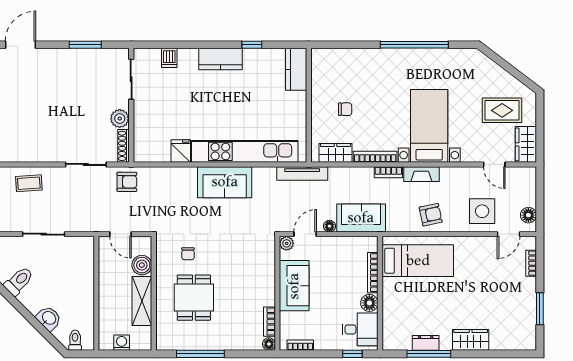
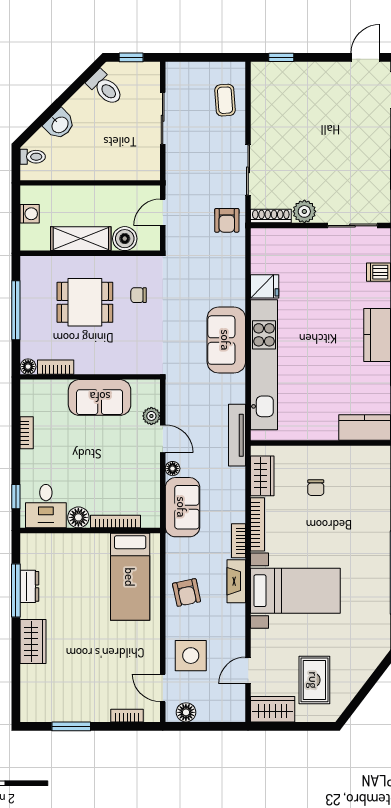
sofa: (294, 286) -> (100, 397), moved
wall: (277, 293) -> (90, 377), moved
bookcase: (269, 322) -> (56, 367), moved
floor lamp: (269, 344) -> (28, 367), moved

